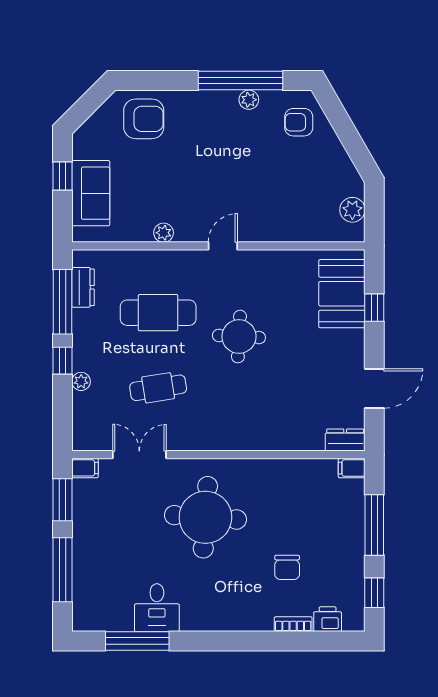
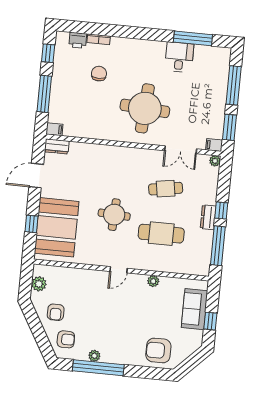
armchair: (320, 165) -> (56, 312), added
dresser: (83, 287) -> (208, 217), moved
booth: (342, 294) -> (57, 227), width x1.36, depth x1.42
plant: (81, 381) -> (215, 161), moved

